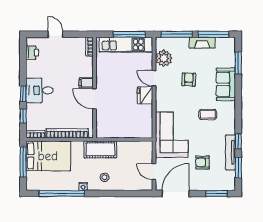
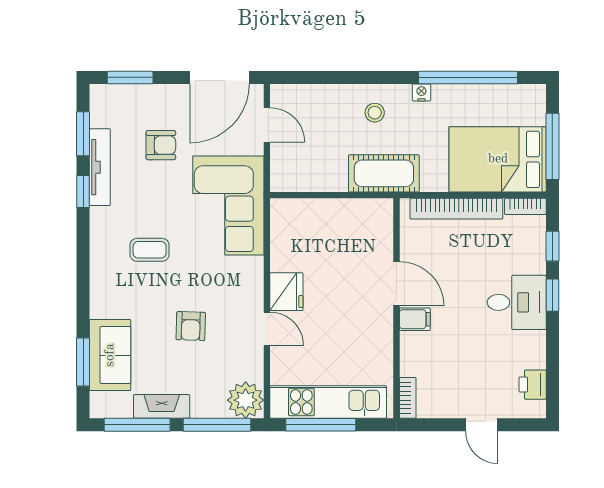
plant: (164, 58) -> (246, 400), moved
sofa: (226, 84) -> (110, 355), moved

